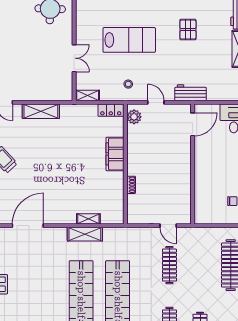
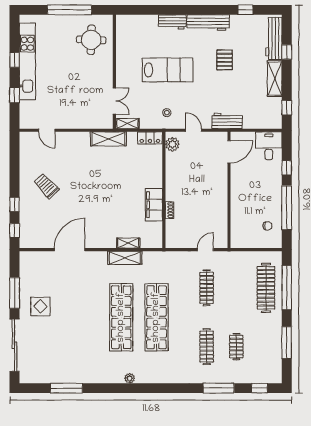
double door: (74, 58) -> (114, 101), moved
shelving: (41, 111) -> (108, 139), moved
filing cabinet: (115, 154) -> (154, 205), moved
door: (168, 226) -> (205, 250), swing flipped

